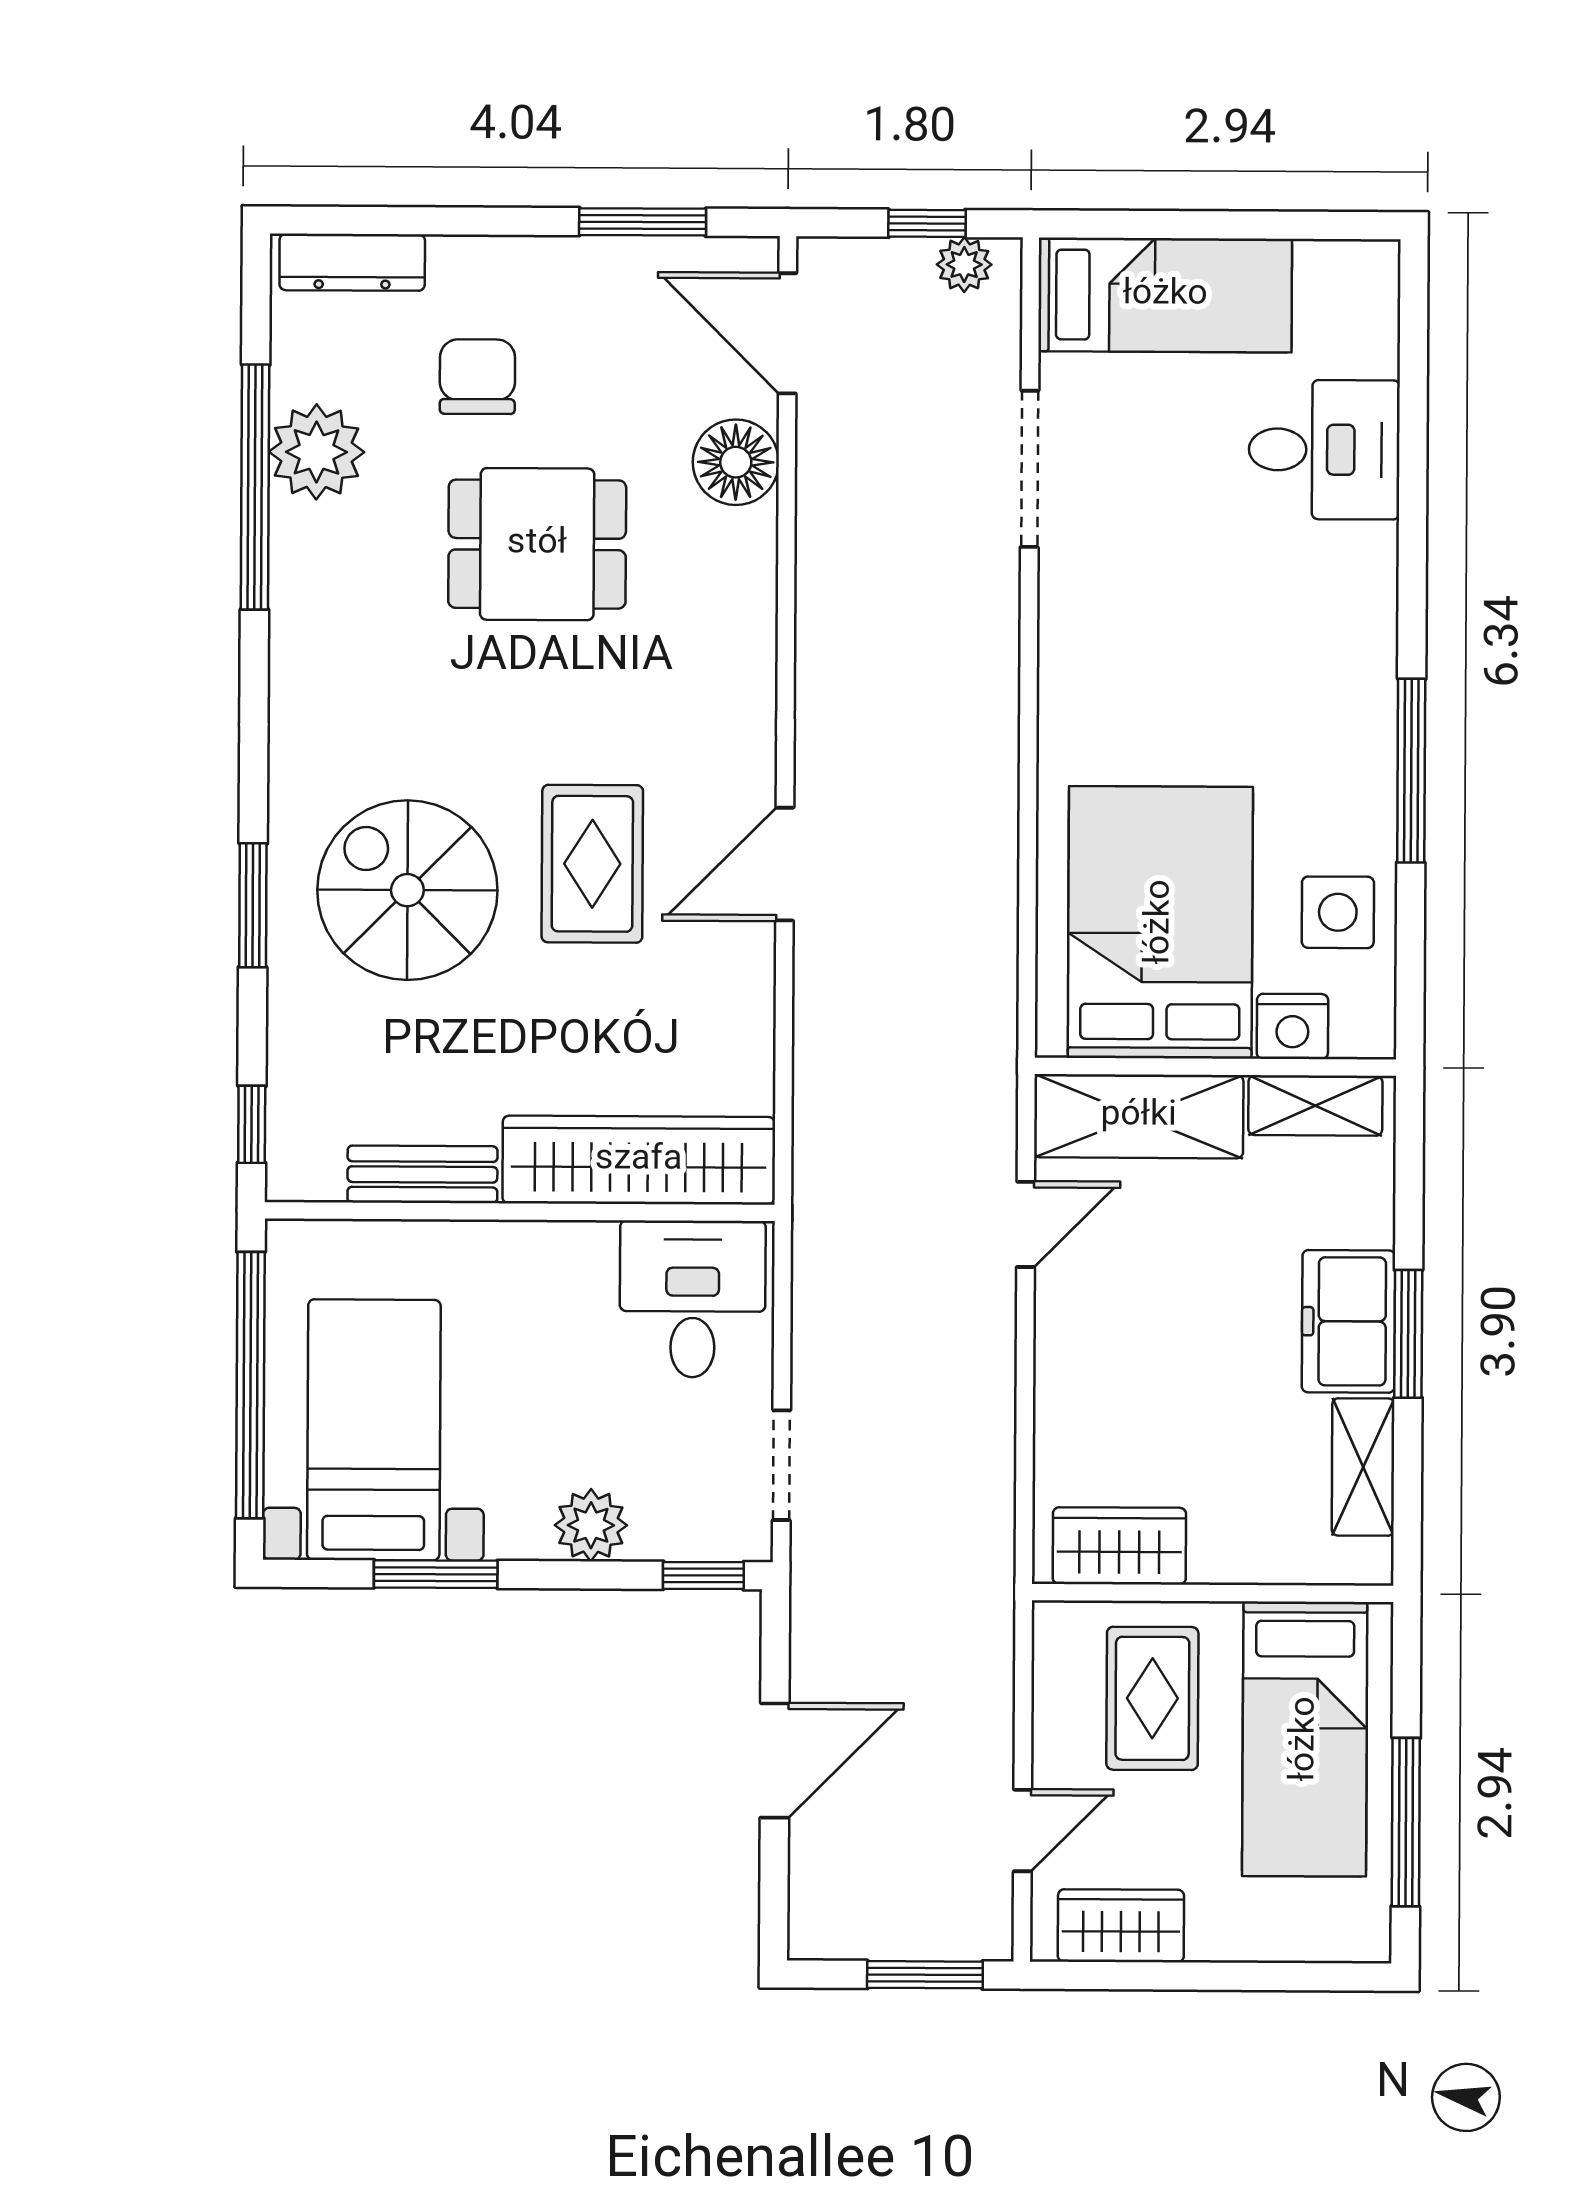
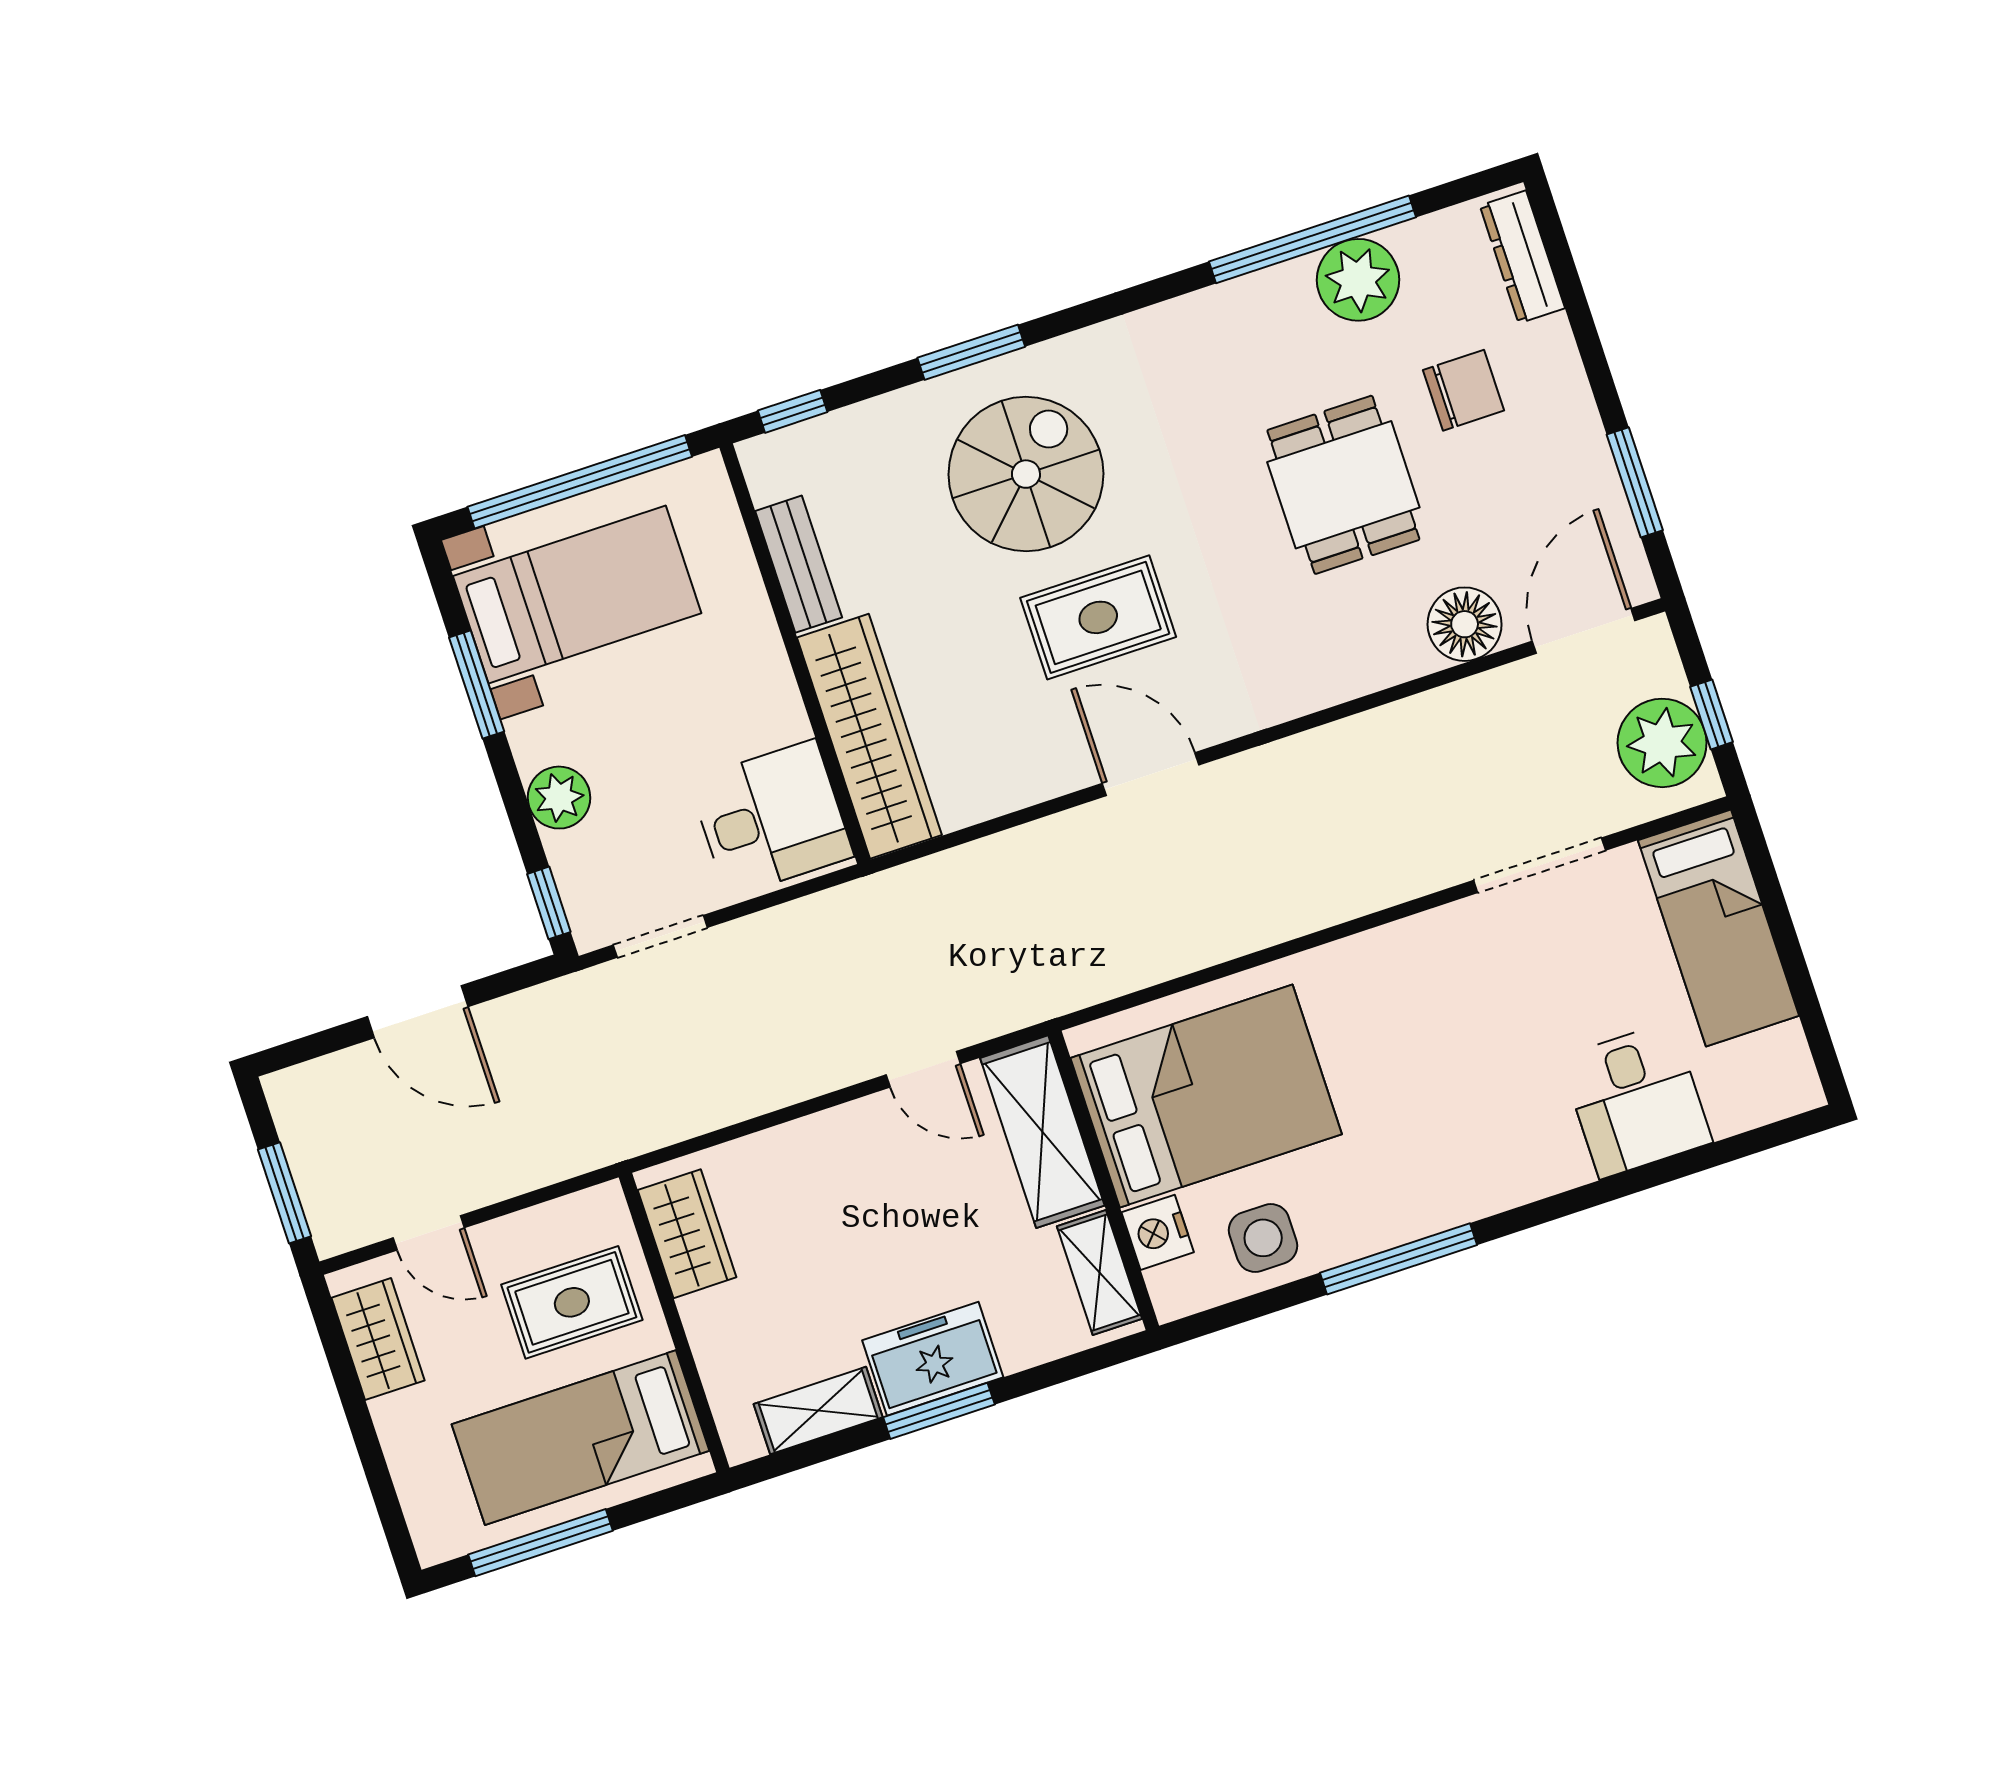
plant: (964, 265) -> (1662, 743), width x1.88, depth x1.88

